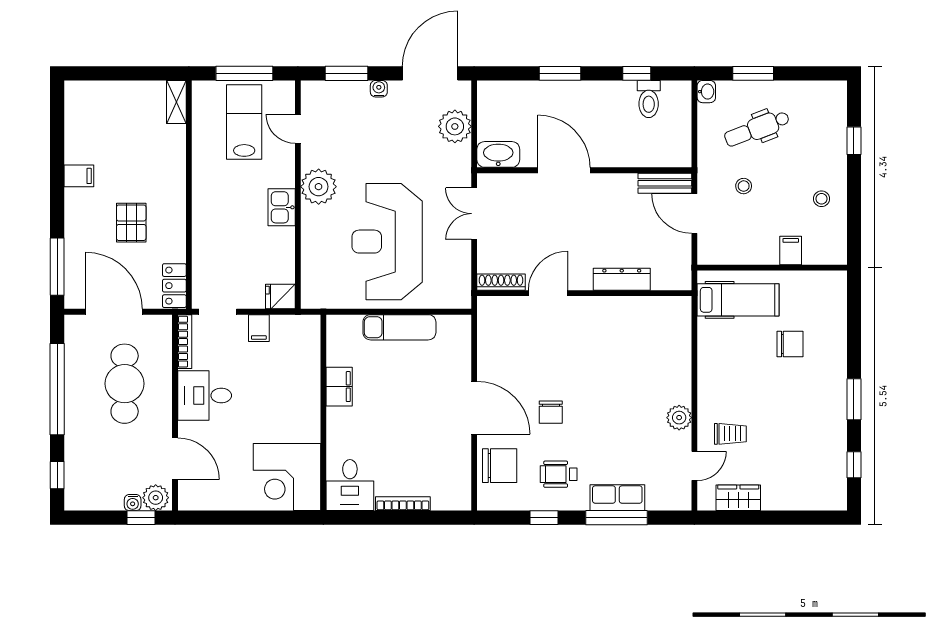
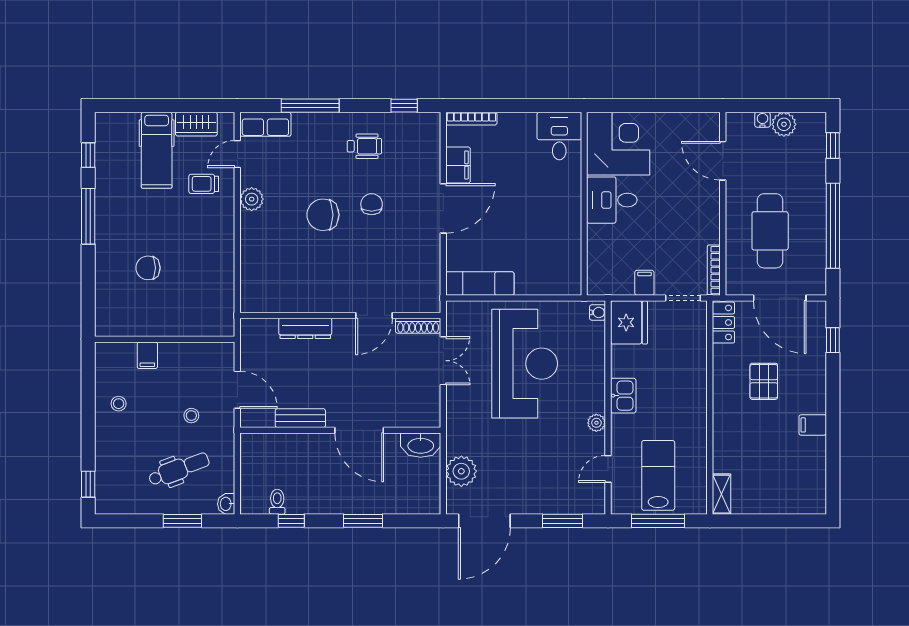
water cooler: (379, 89) -> (598, 312), moved, turned -90
toilet: (649, 99) -> (277, 502), width x0.73, depth x0.72
lab bench: (244, 122) -> (658, 475), turned 180
door: (298, 129) -> (608, 469), swing flipped
window: (854, 141) -> (88, 484), moved
bench: (665, 183) -> (300, 418), moved
plant: (319, 187) -> (596, 423), width x0.53, depth x0.53
double door: (474, 214) -> (443, 361), moved
window: (57, 267) -> (833, 340), width x0.46
fridge: (280, 297) -> (629, 322), width x1.88, depth x1.34
hospital bed: (738, 300) -> (157, 150), moved, turned -90
exam couch: (399, 327) -> (480, 284), moved
filing cabinet: (339, 387) -> (458, 165), moved, turned 180
desk: (205, 395) -> (612, 200), moved, turned 180
window: (854, 399) -> (88, 216), width x1.44
door: (474, 408) -> (443, 208), swing flipped
chair: (500, 466) -> (323, 215), moved
plant: (156, 498) -> (784, 124), moved
row of seats: (617, 498) -> (265, 124), moved
bookcase: (403, 504) -> (471, 119), moved
window: (141, 518) -> (755, 106), removed
window: (544, 518) -> (404, 106), moved

